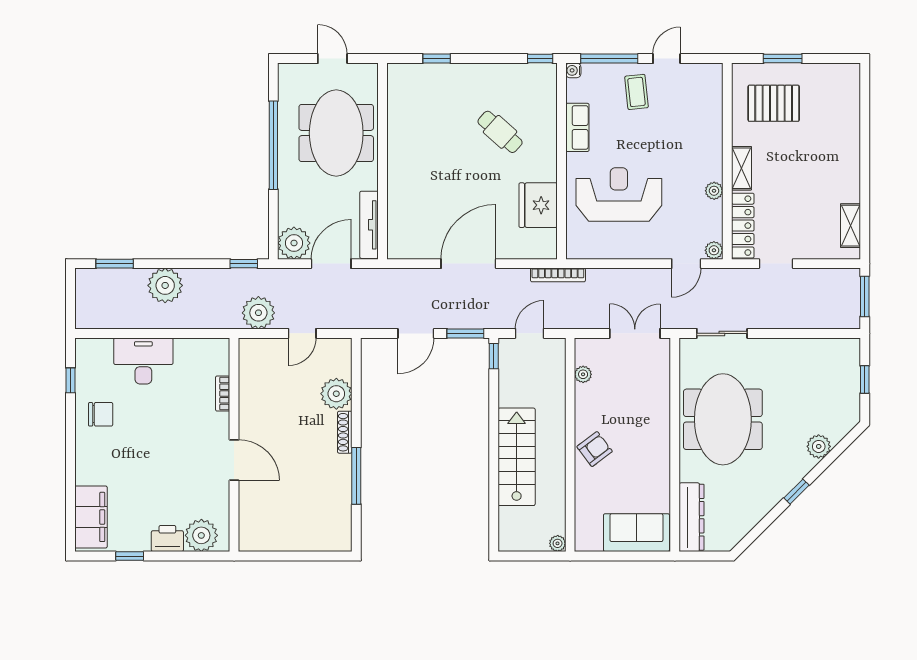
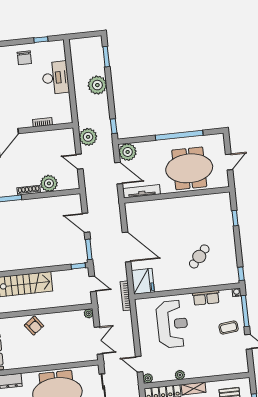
fridge: (538, 205) -> (143, 281), moved, turned 90
plant: (583, 374) -> (89, 313), moved

